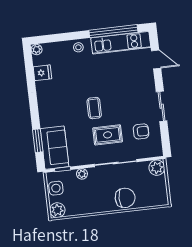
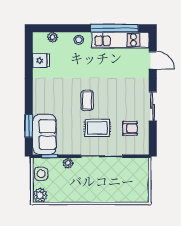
plant: (37, 49) -> (53, 37), moved
plant: (157, 168) -> (141, 165), removed
chair: (125, 198) -> (107, 191), removed

